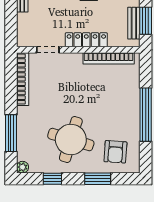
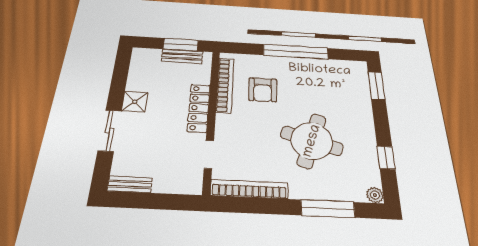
round table: (71, 140) -> (312, 141), moved
armchair: (115, 152) -> (263, 90), moved, turned 86
window: (98, 179) -> (377, 86), moved

